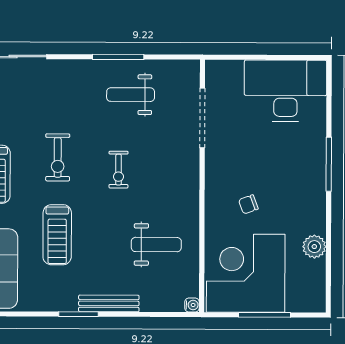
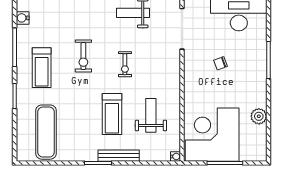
chair: (248, 204) -> (221, 63), moved
treadmill: (57, 235) -> (112, 114), moved
weight bench: (156, 245) -> (151, 115), turned -90

